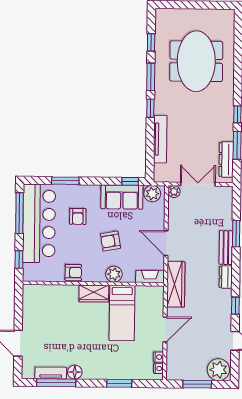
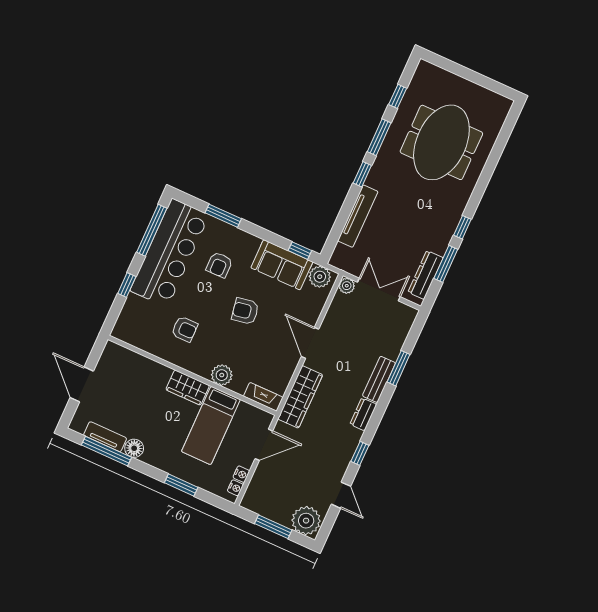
plant: (114, 274) -> (222, 375), moved
fireplace: (150, 277) -> (263, 397), moved
wall: (93, 284) -> (192, 375), moved
wardrobe: (94, 294) -> (188, 388), moved
bed: (122, 313) -> (211, 426), moved

